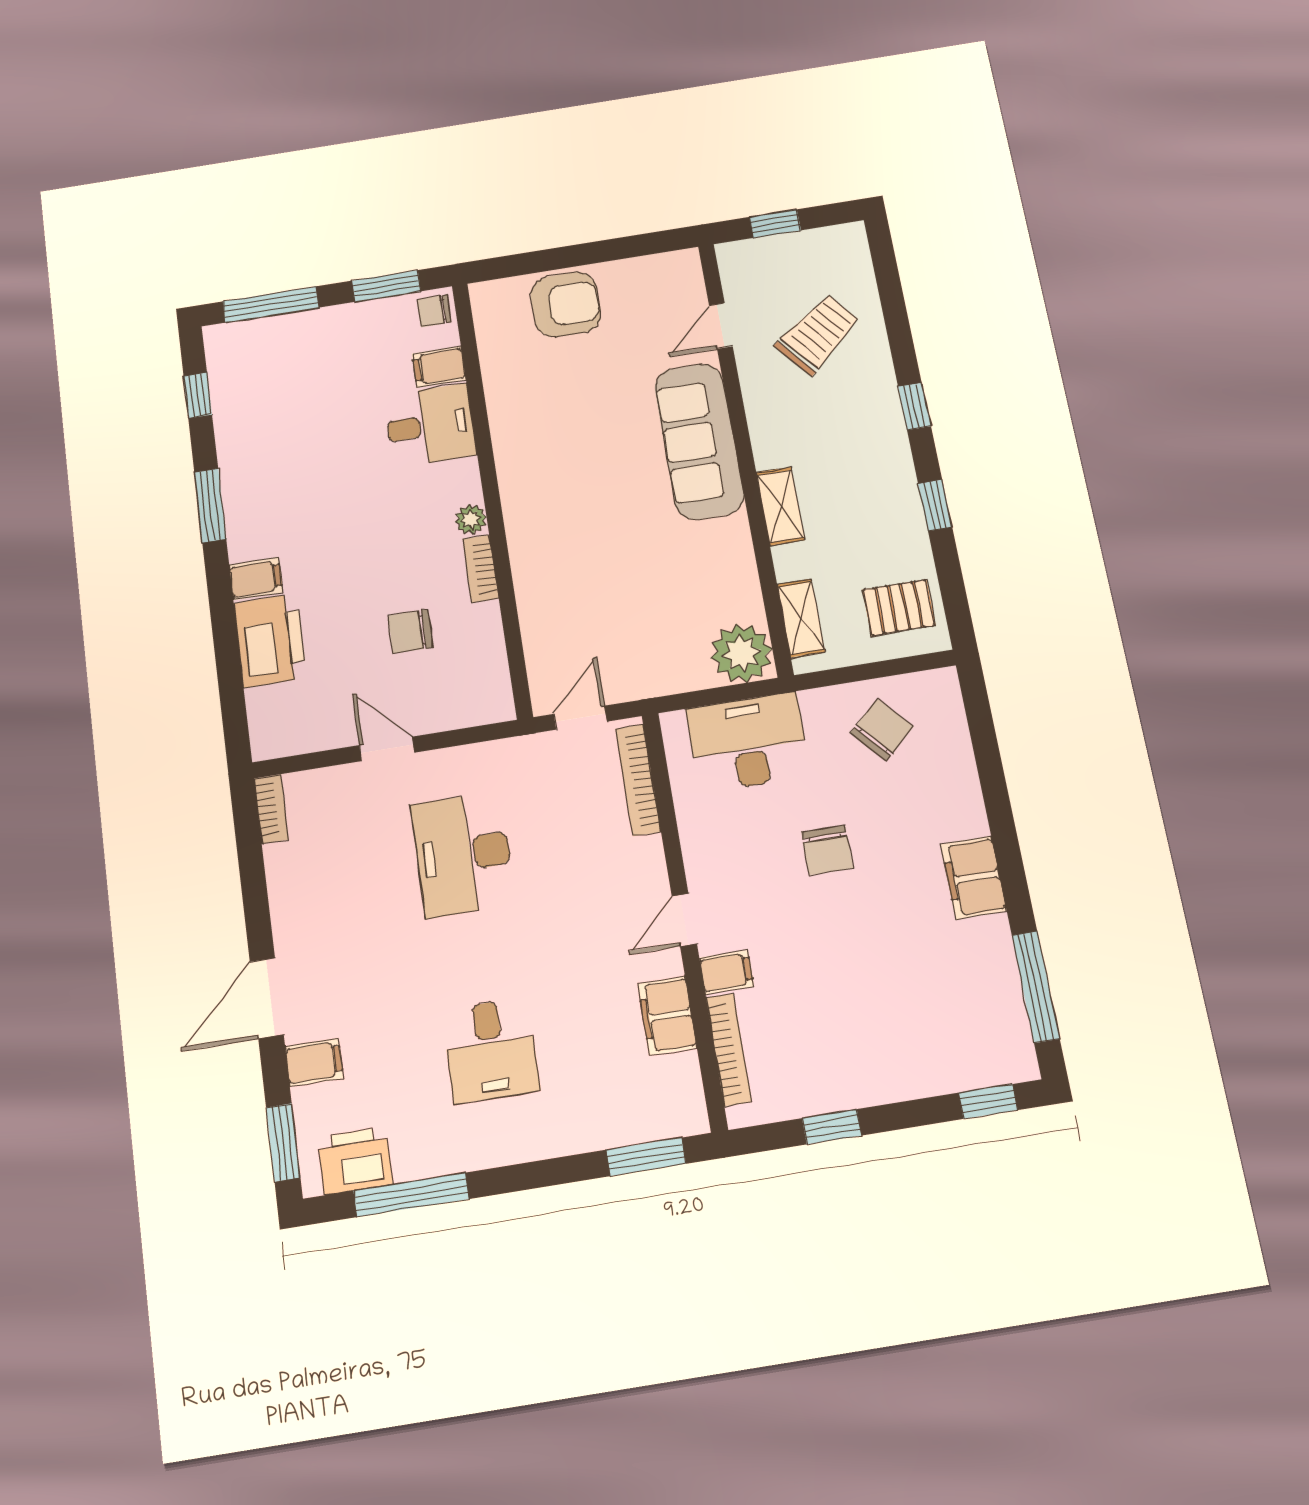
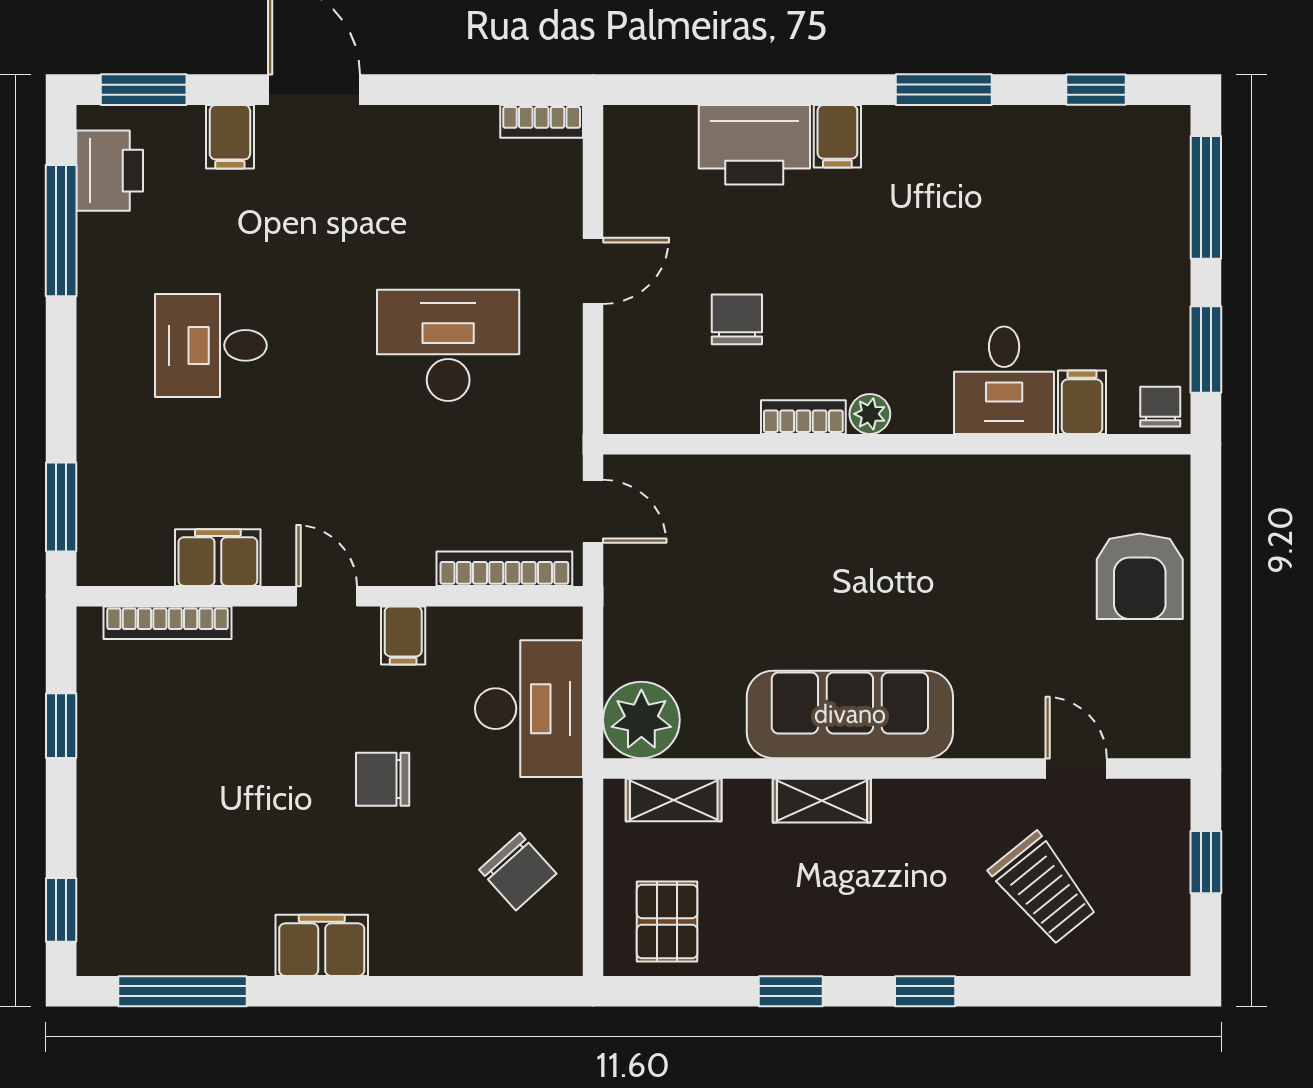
sofa: (699, 441) -> (850, 714), moved
filing cabinet: (727, 972) -> (403, 636), moved

